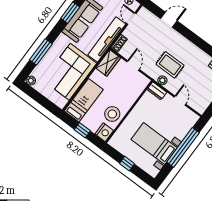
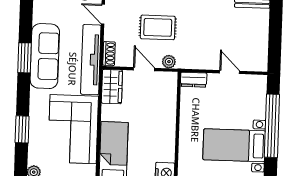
window: (41, 52) -> (22, 129), width x0.69
rug: (170, 65) -> (158, 27), moved
plant: (162, 80) -> (169, 62), moved
stool: (112, 114) -> (159, 145), removed

